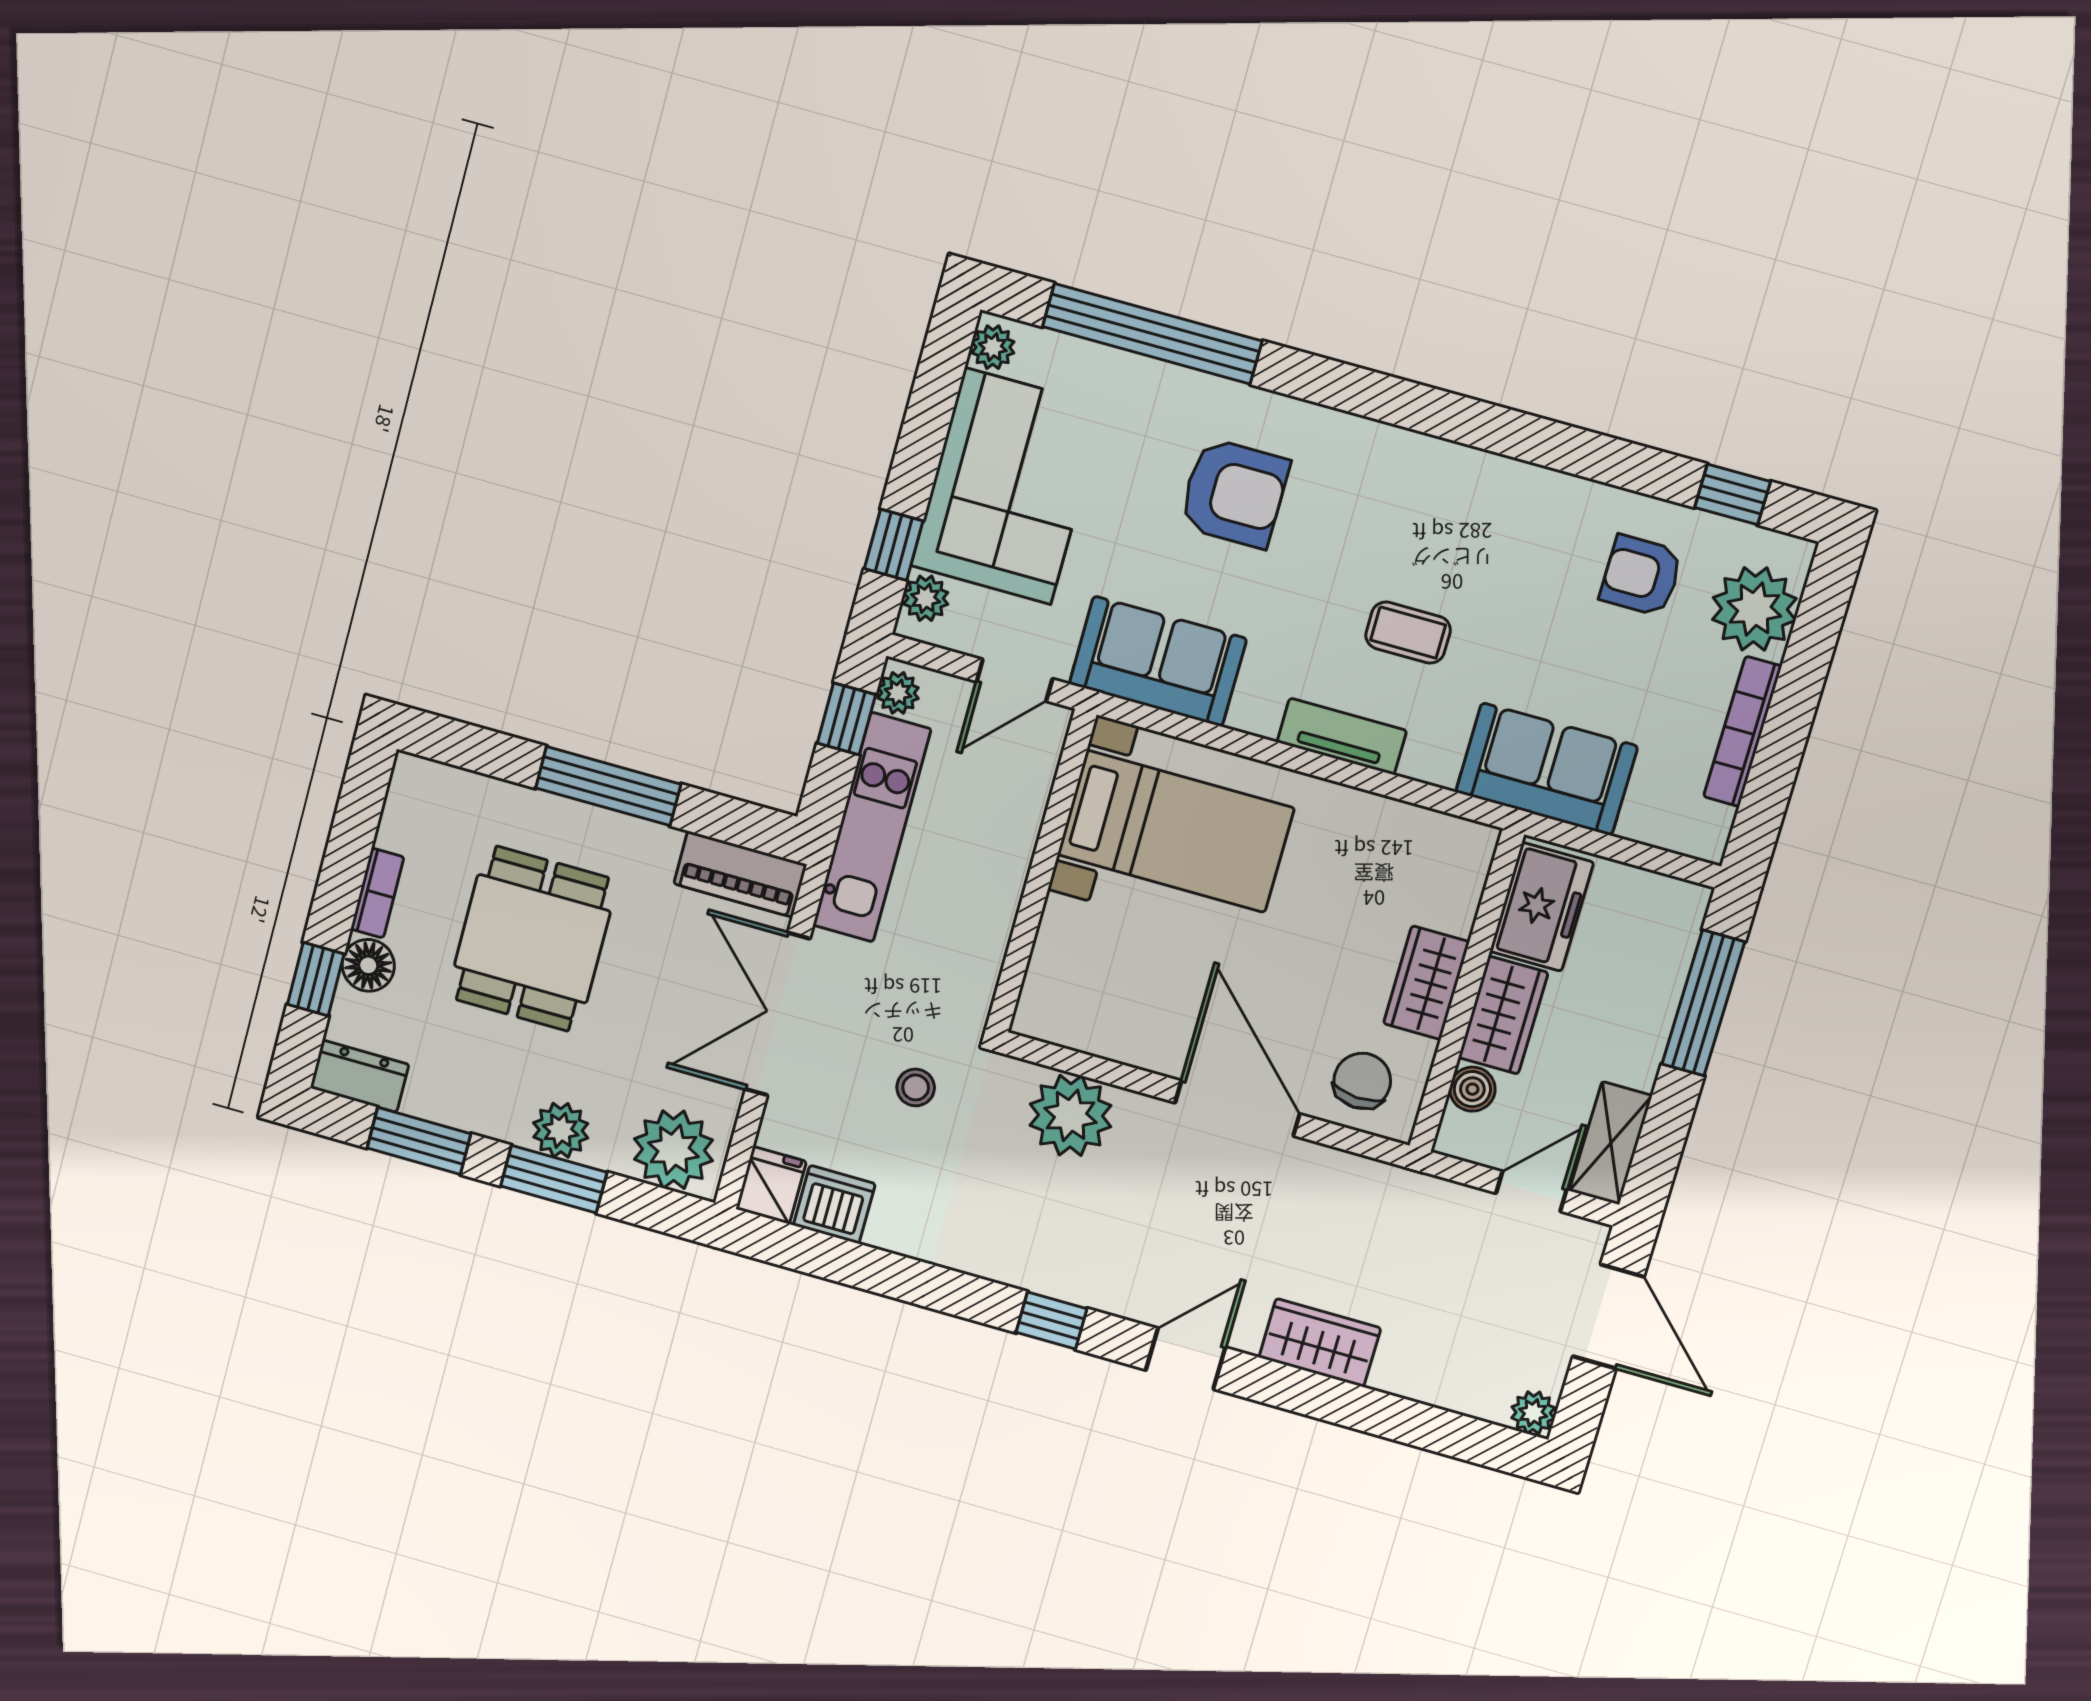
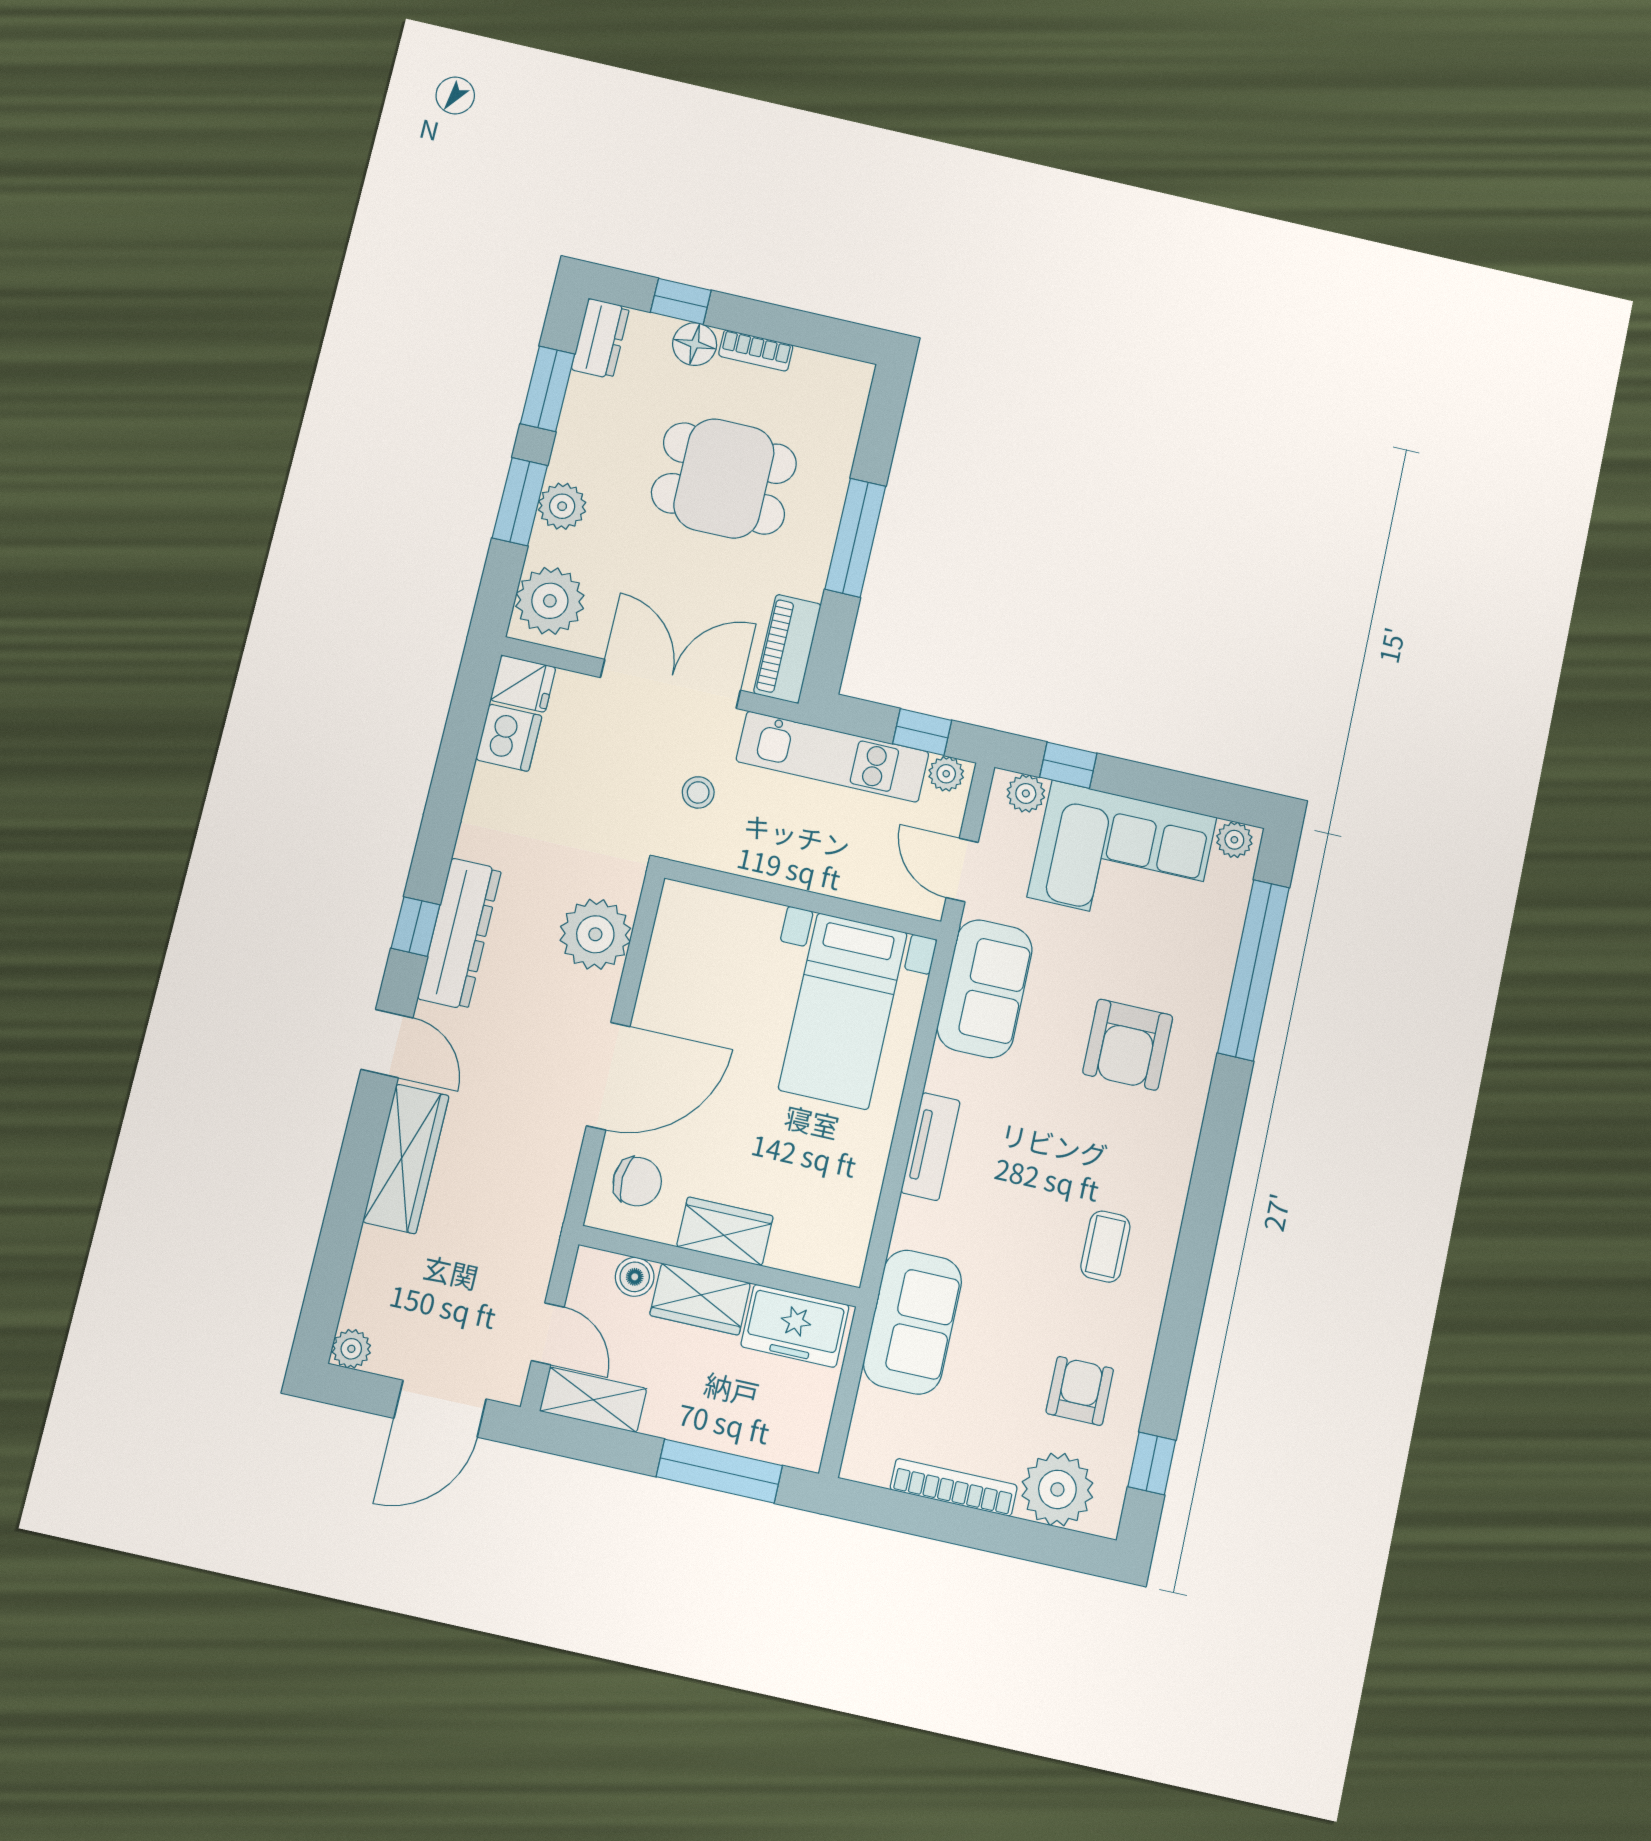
coffee table: (1408, 633) -> (1105, 1247), moved
stool: (916, 1087) -> (698, 792), moved
dresser: (1062, 1271) -> (460, 934), added
wardrobe: (1320, 1343) -> (406, 1159), width x1.50

